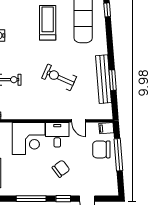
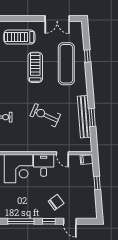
chair: (101, 149) -> (82, 178), removed
window: (118, 155) -> (97, 183), width x0.46
chair: (61, 169) -> (56, 202), moved

